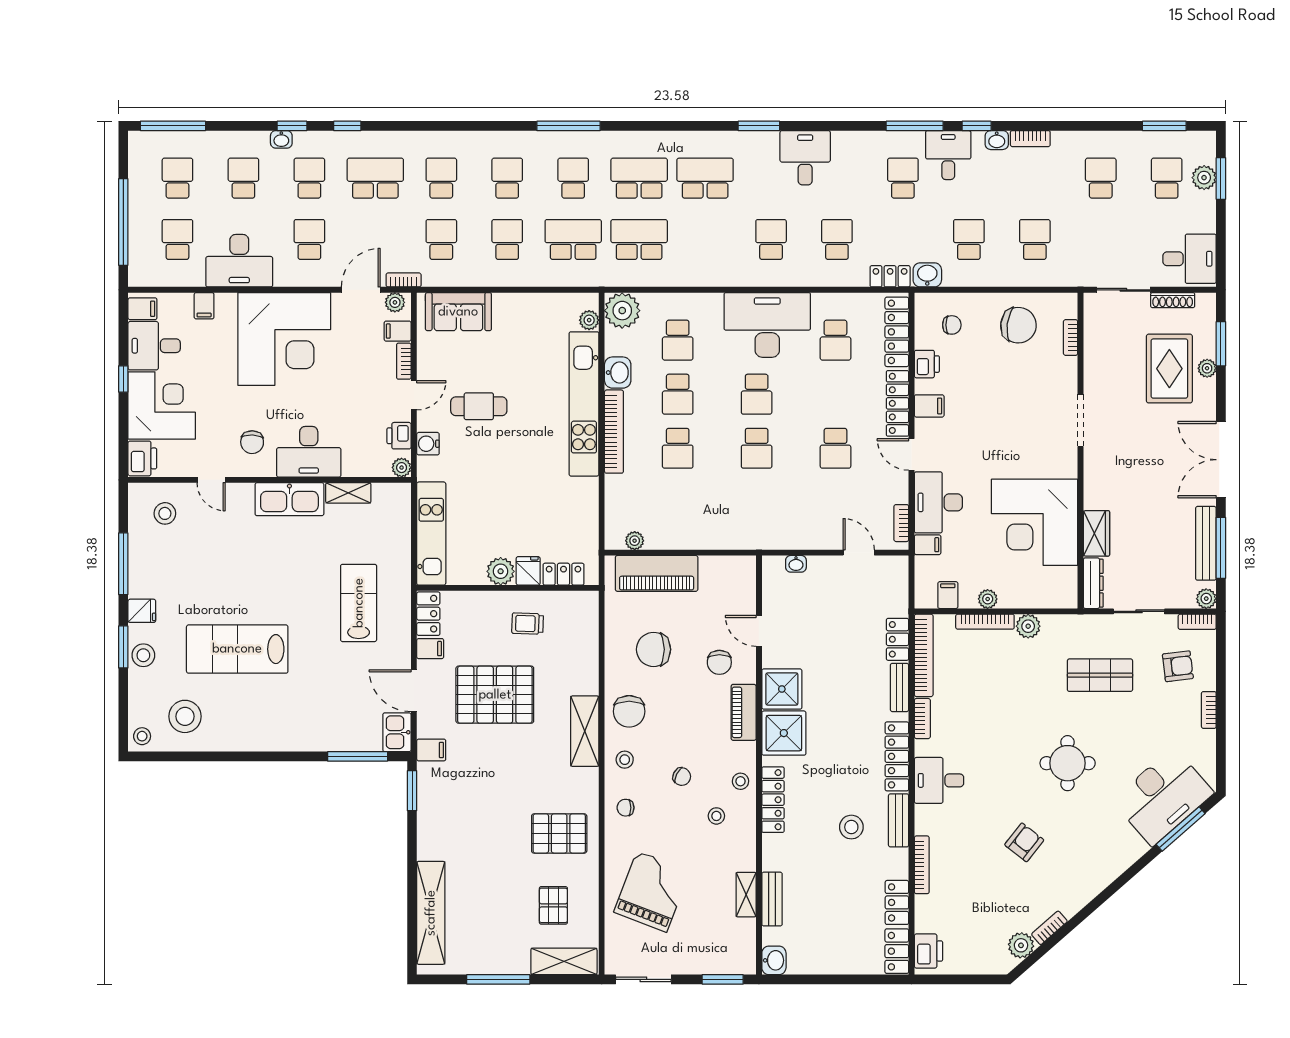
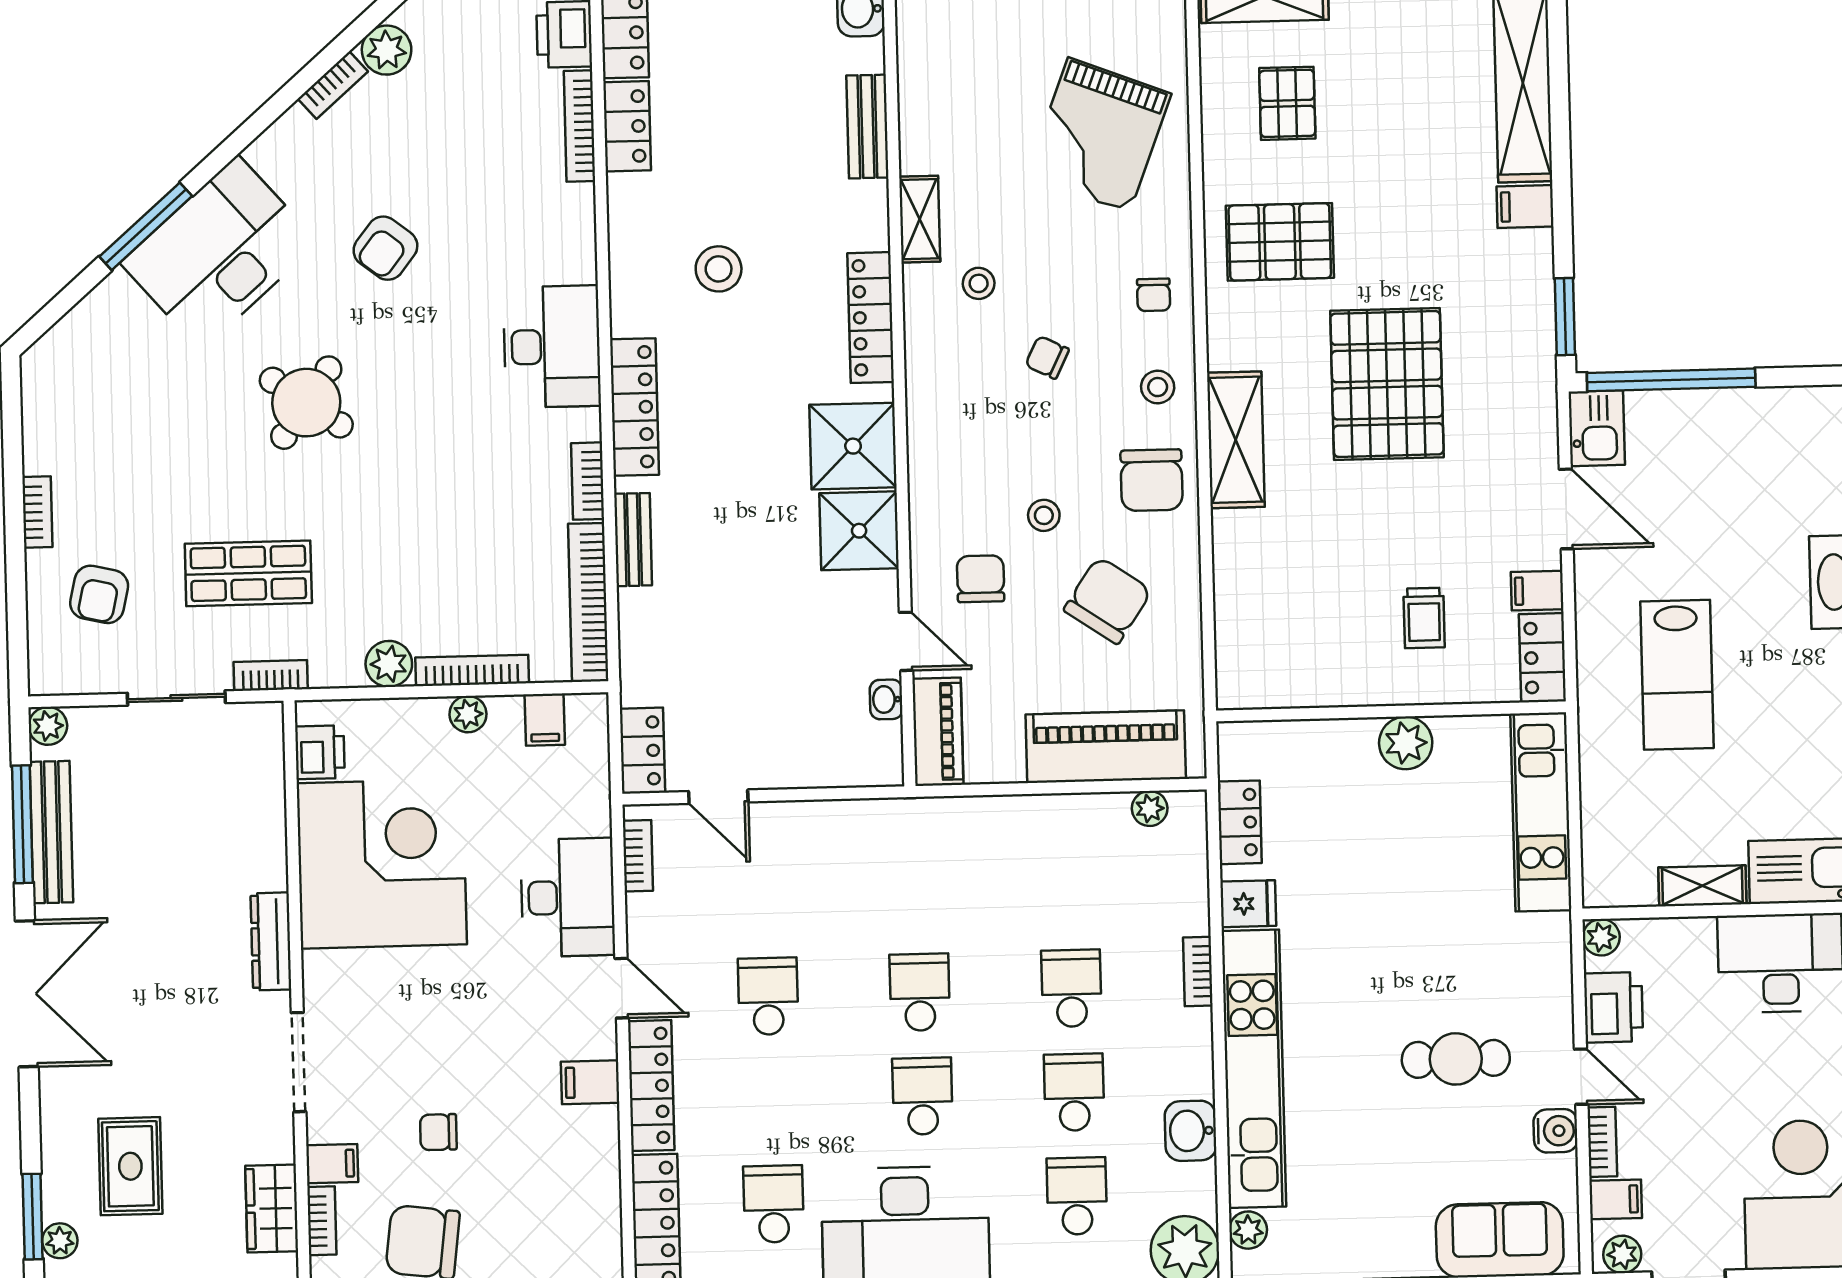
chair: (952, 325) -> (438, 1132), moved
printer: (927, 364) -> (320, 752), moved, turned 180
plant: (1207, 368) -> (60, 1241), moved
rug: (1169, 369) -> (130, 1166), width x0.73, depth x0.70
door: (414, 395) -> (1581, 1077), swing flipped
bookcase: (614, 432) -> (1198, 971), width x0.43, depth x0.76
printer: (399, 436) -> (1613, 1007), width x1.36, depth x1.24
water cooler: (428, 444) -> (1555, 1131), moved
wardrobe: (1096, 533) -> (272, 1209), moved
filing cabinet: (928, 545) -> (332, 1164), moved, turned 180
washbasin: (796, 564) -> (886, 699), moved, turned -90
fridge: (528, 571) -> (1248, 904), moved, turned -90
locker: (564, 574) -> (1240, 822), moved, turned -90
dresser: (1093, 583) -> (271, 941), moved
bookcase: (1197, 622) -> (271, 675), moved
trolley: (528, 624) -> (1424, 618), moved, turned 88
locker: (897, 639) -> (642, 751), moved
chair: (654, 649) -> (1108, 600), turned -56
armchair: (1178, 666) -> (99, 594), turned -70
pallet: (495, 695) -> (1387, 384), moved, turned 90
chair: (629, 711) -> (1152, 480), turned 180
piano: (744, 712) -> (938, 732), moved
filing cabinet: (431, 750) -> (1525, 206), moved
window: (358, 756) -> (1671, 380), width x1.46
round table: (1068, 763) -> (306, 403), turned 35
desk: (939, 780) -> (552, 347), width x1.37
stool: (740, 781) -> (1044, 515), moved
desk: (1163, 797) -> (219, 253), moved
chair: (626, 808) -> (1154, 295), turned 90
bench: (899, 820) -> (628, 284), removed
window: (1181, 829) -> (146, 226), moved
bookcase: (922, 865) -> (579, 126), moved
shelving: (746, 895) -> (920, 219), moved

